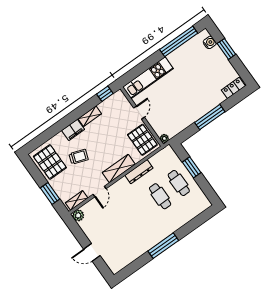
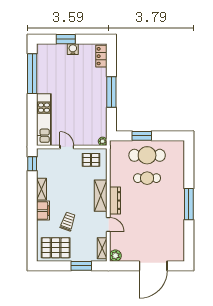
water cooler: (210, 42) -> (73, 49), moved
pallet: (142, 140) -> (91, 160), width x0.67, depth x0.71
dresser: (139, 172) -> (115, 201), moved
cafe table: (179, 183) -> (147, 155), width x1.37, depth x1.35
door: (92, 252) -> (153, 266), width x1.88

